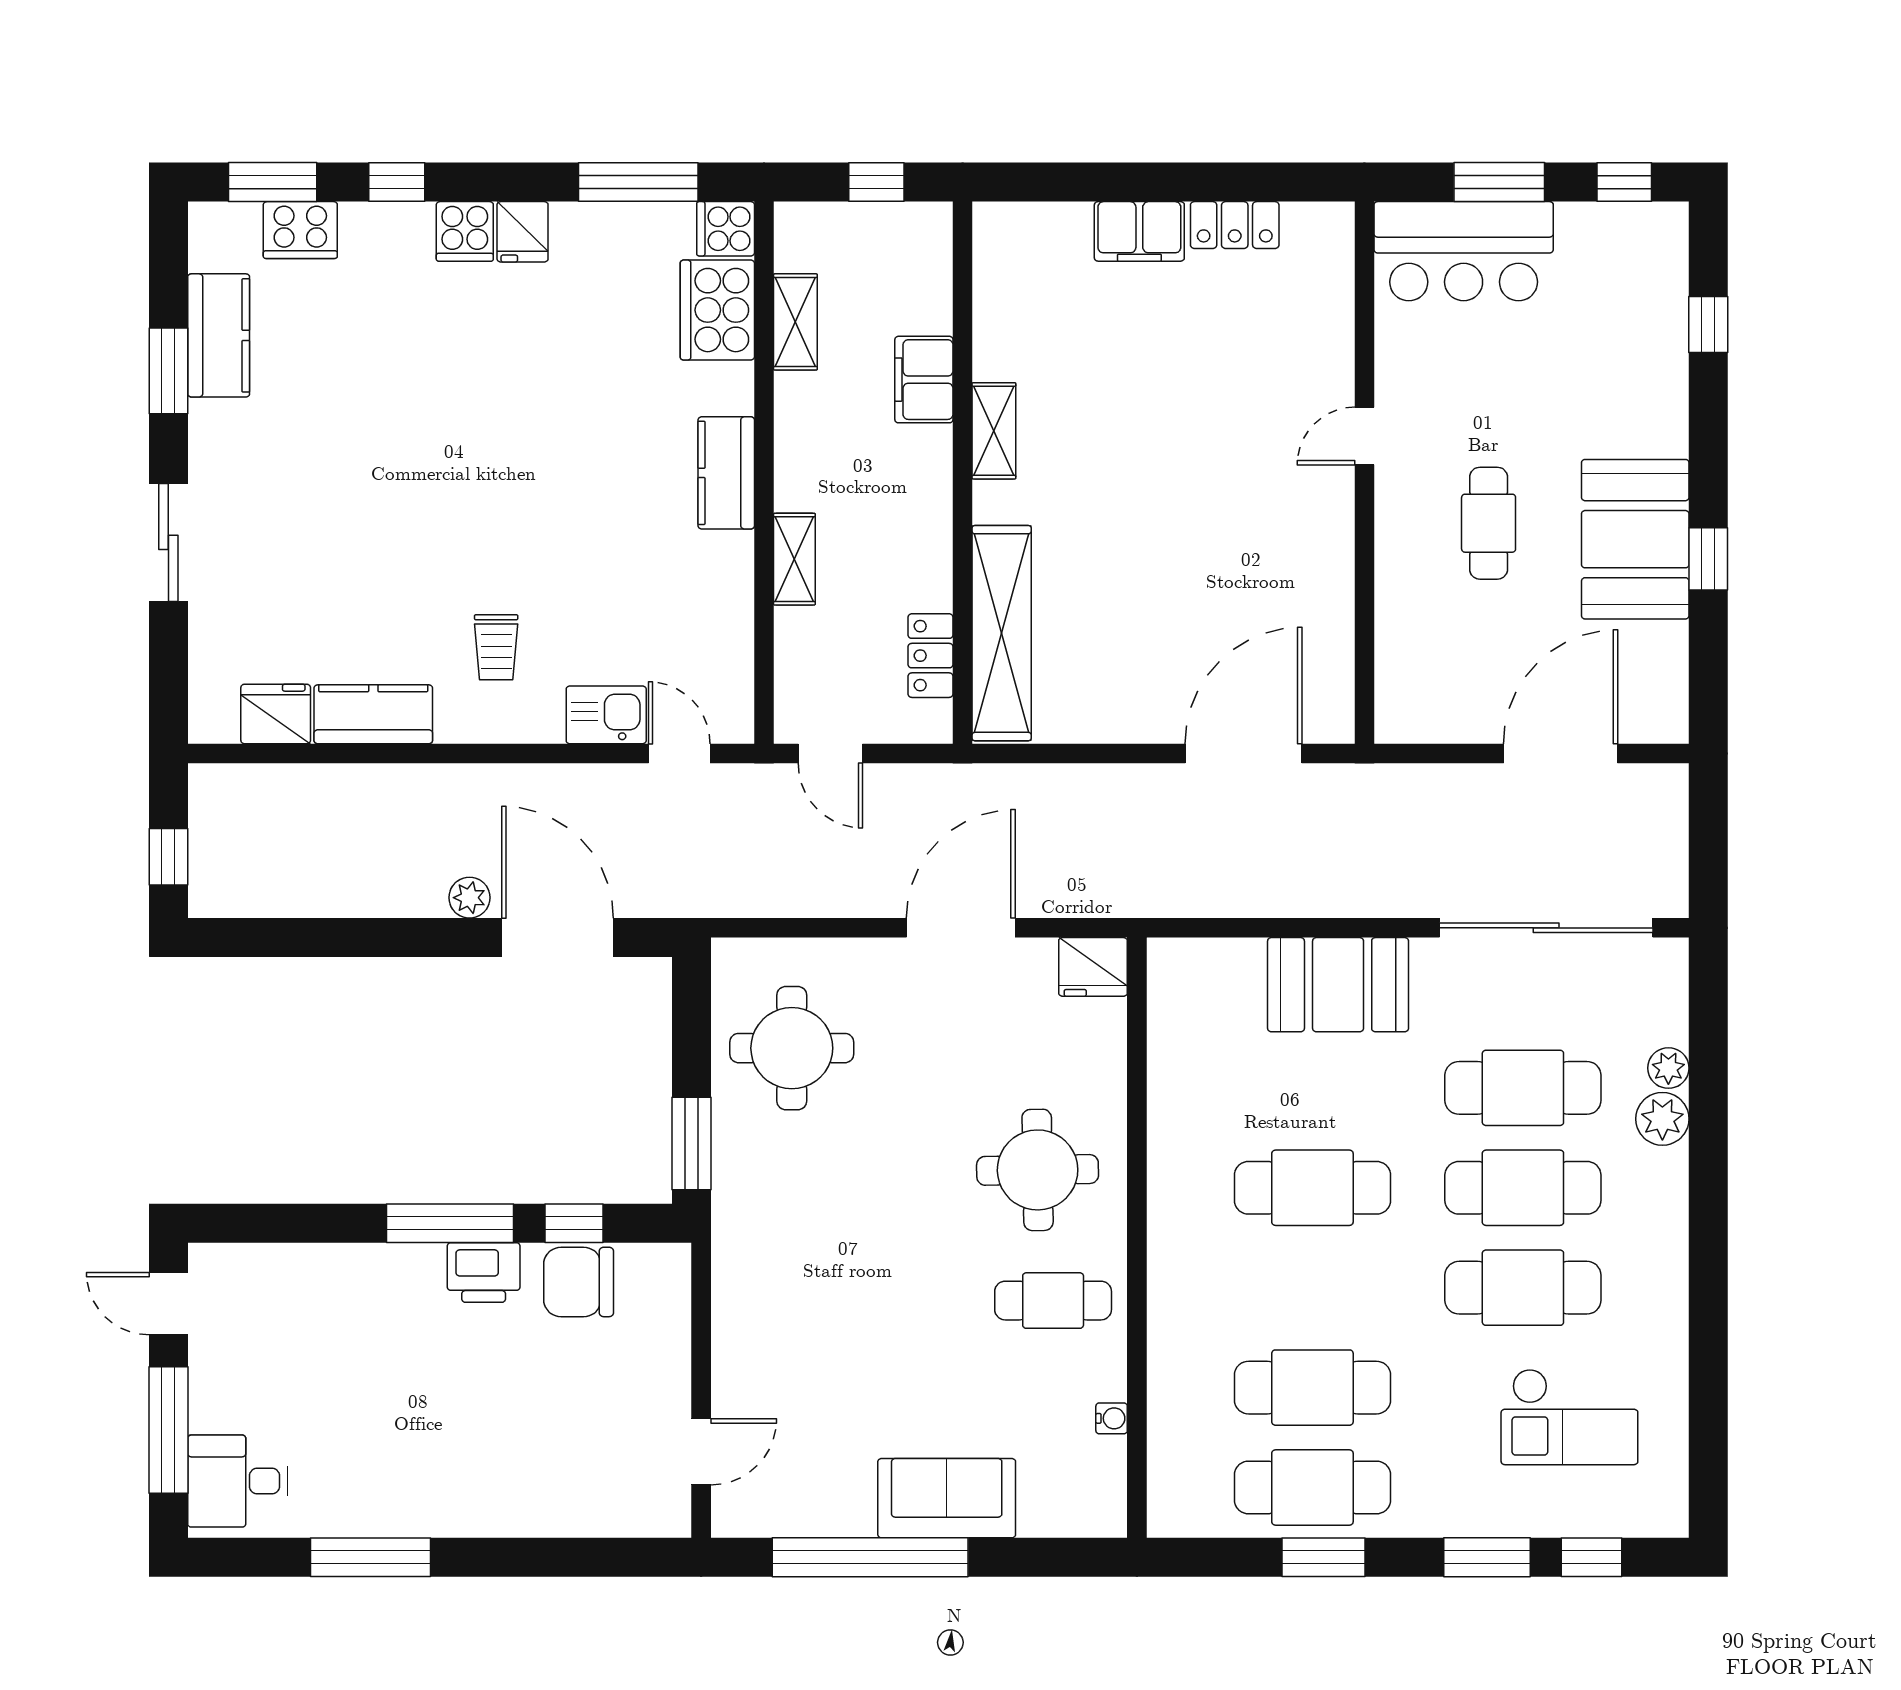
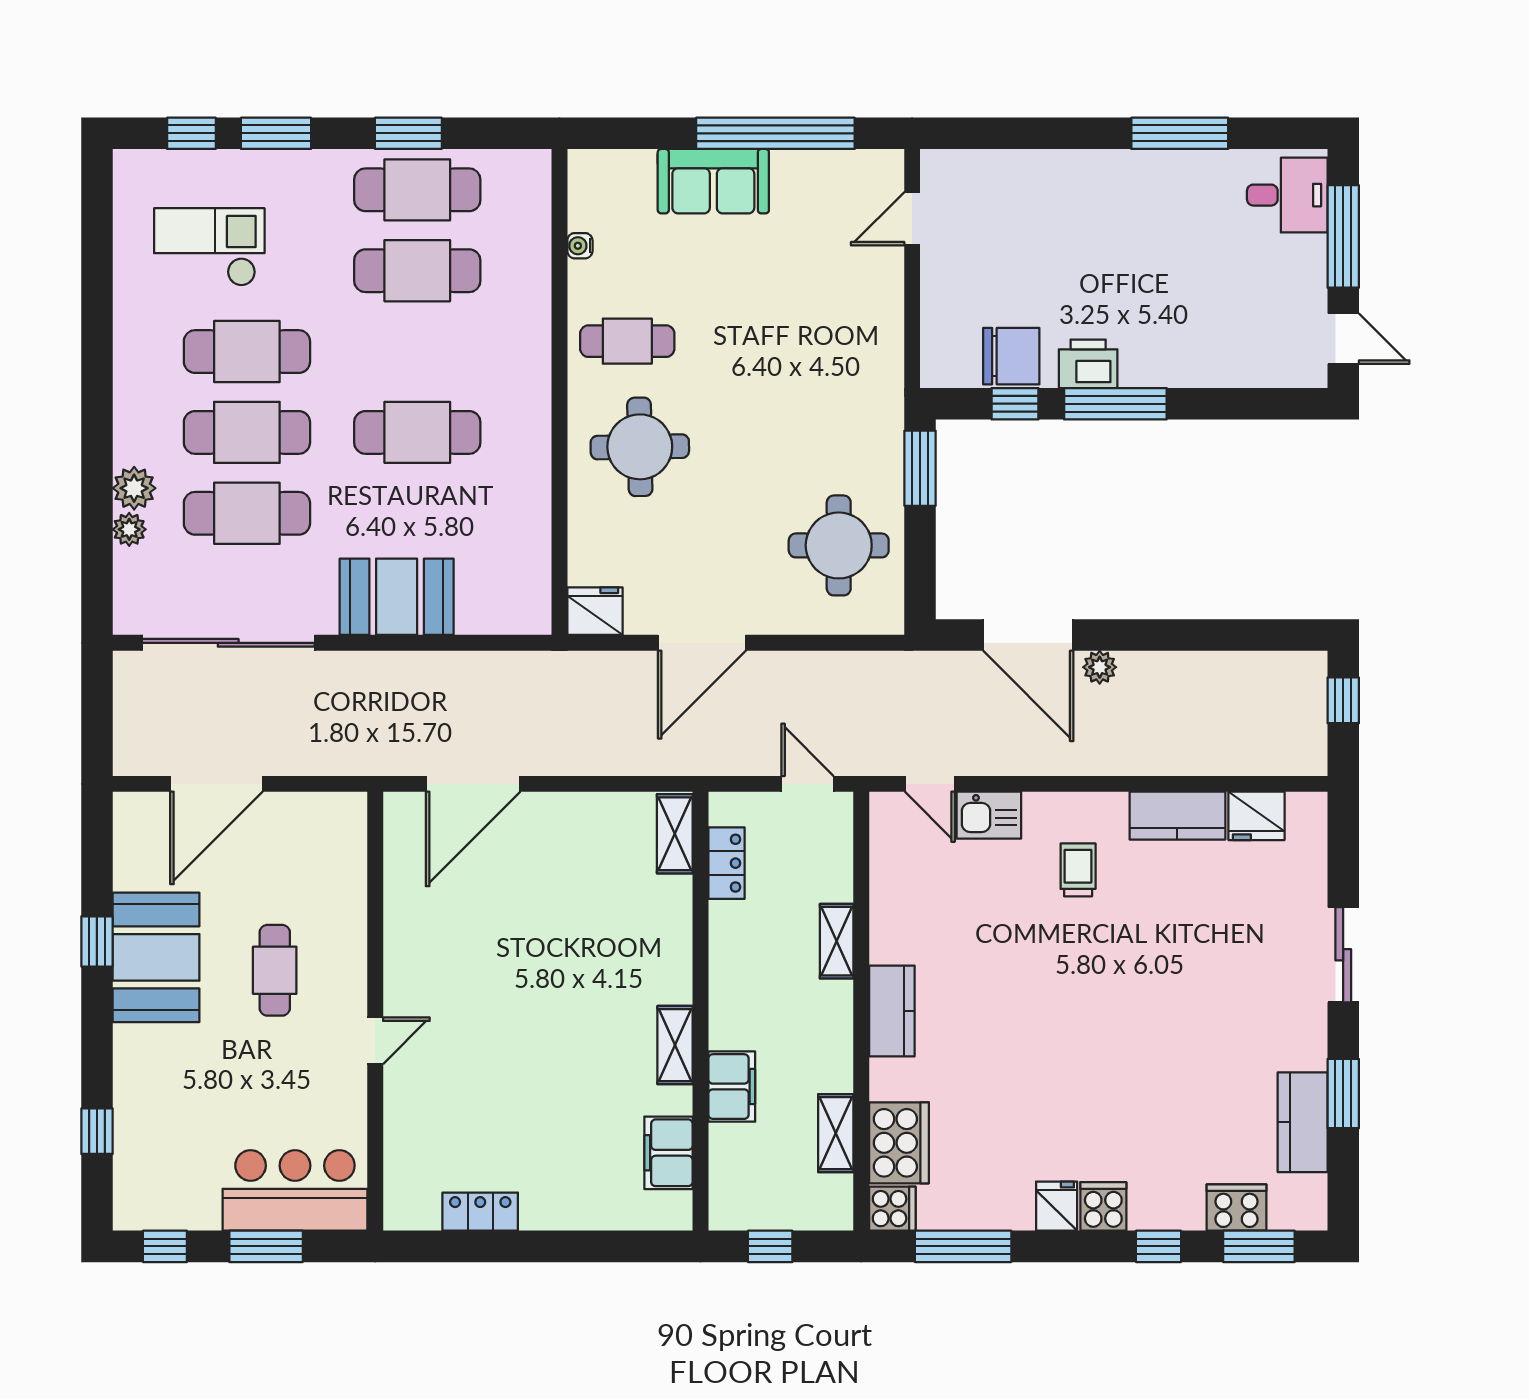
filing cabinet: (1139, 231) -> (668, 1153), moved, turned -90
shelving: (1002, 633) -> (675, 834), width x0.45, depth x0.75

